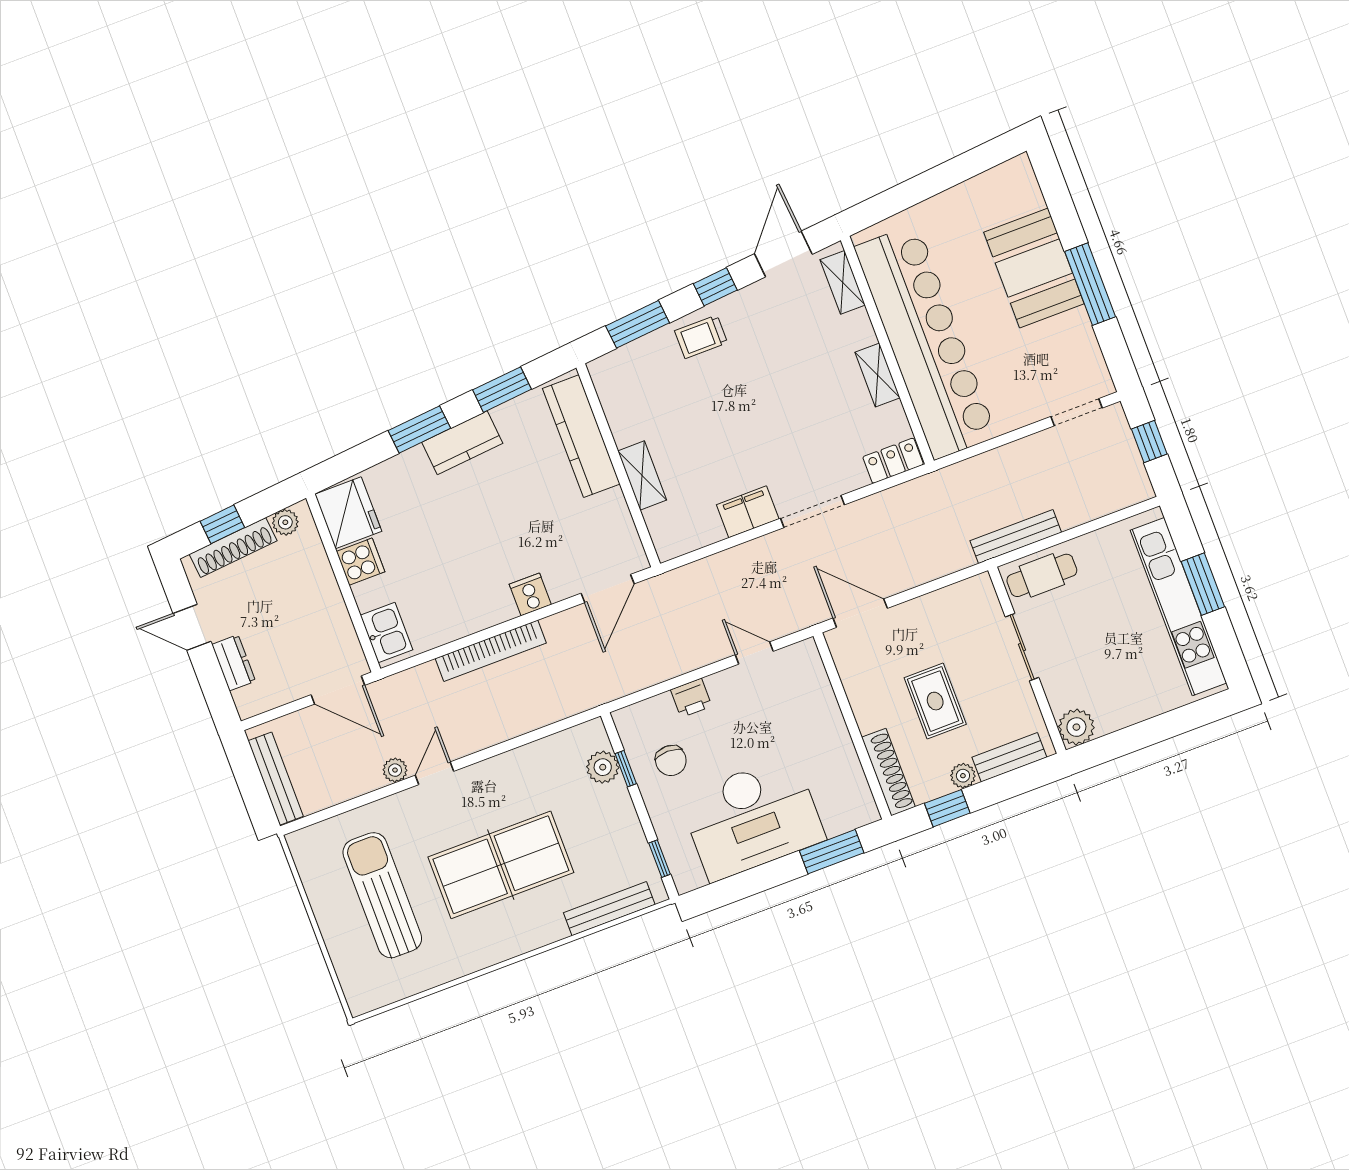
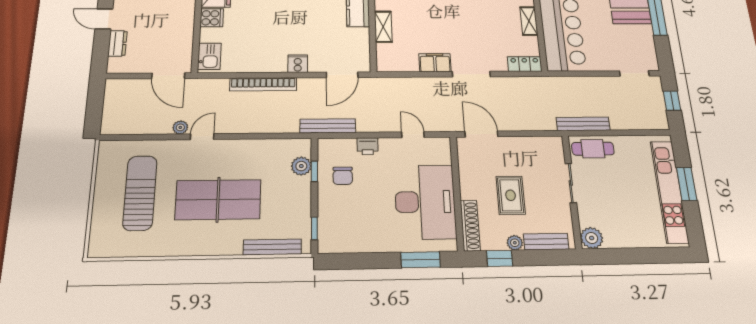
bench: (276, 779) -> (328, 126), moved, turned 90
desk: (752, 818) -> (425, 202), moved, turned -90

